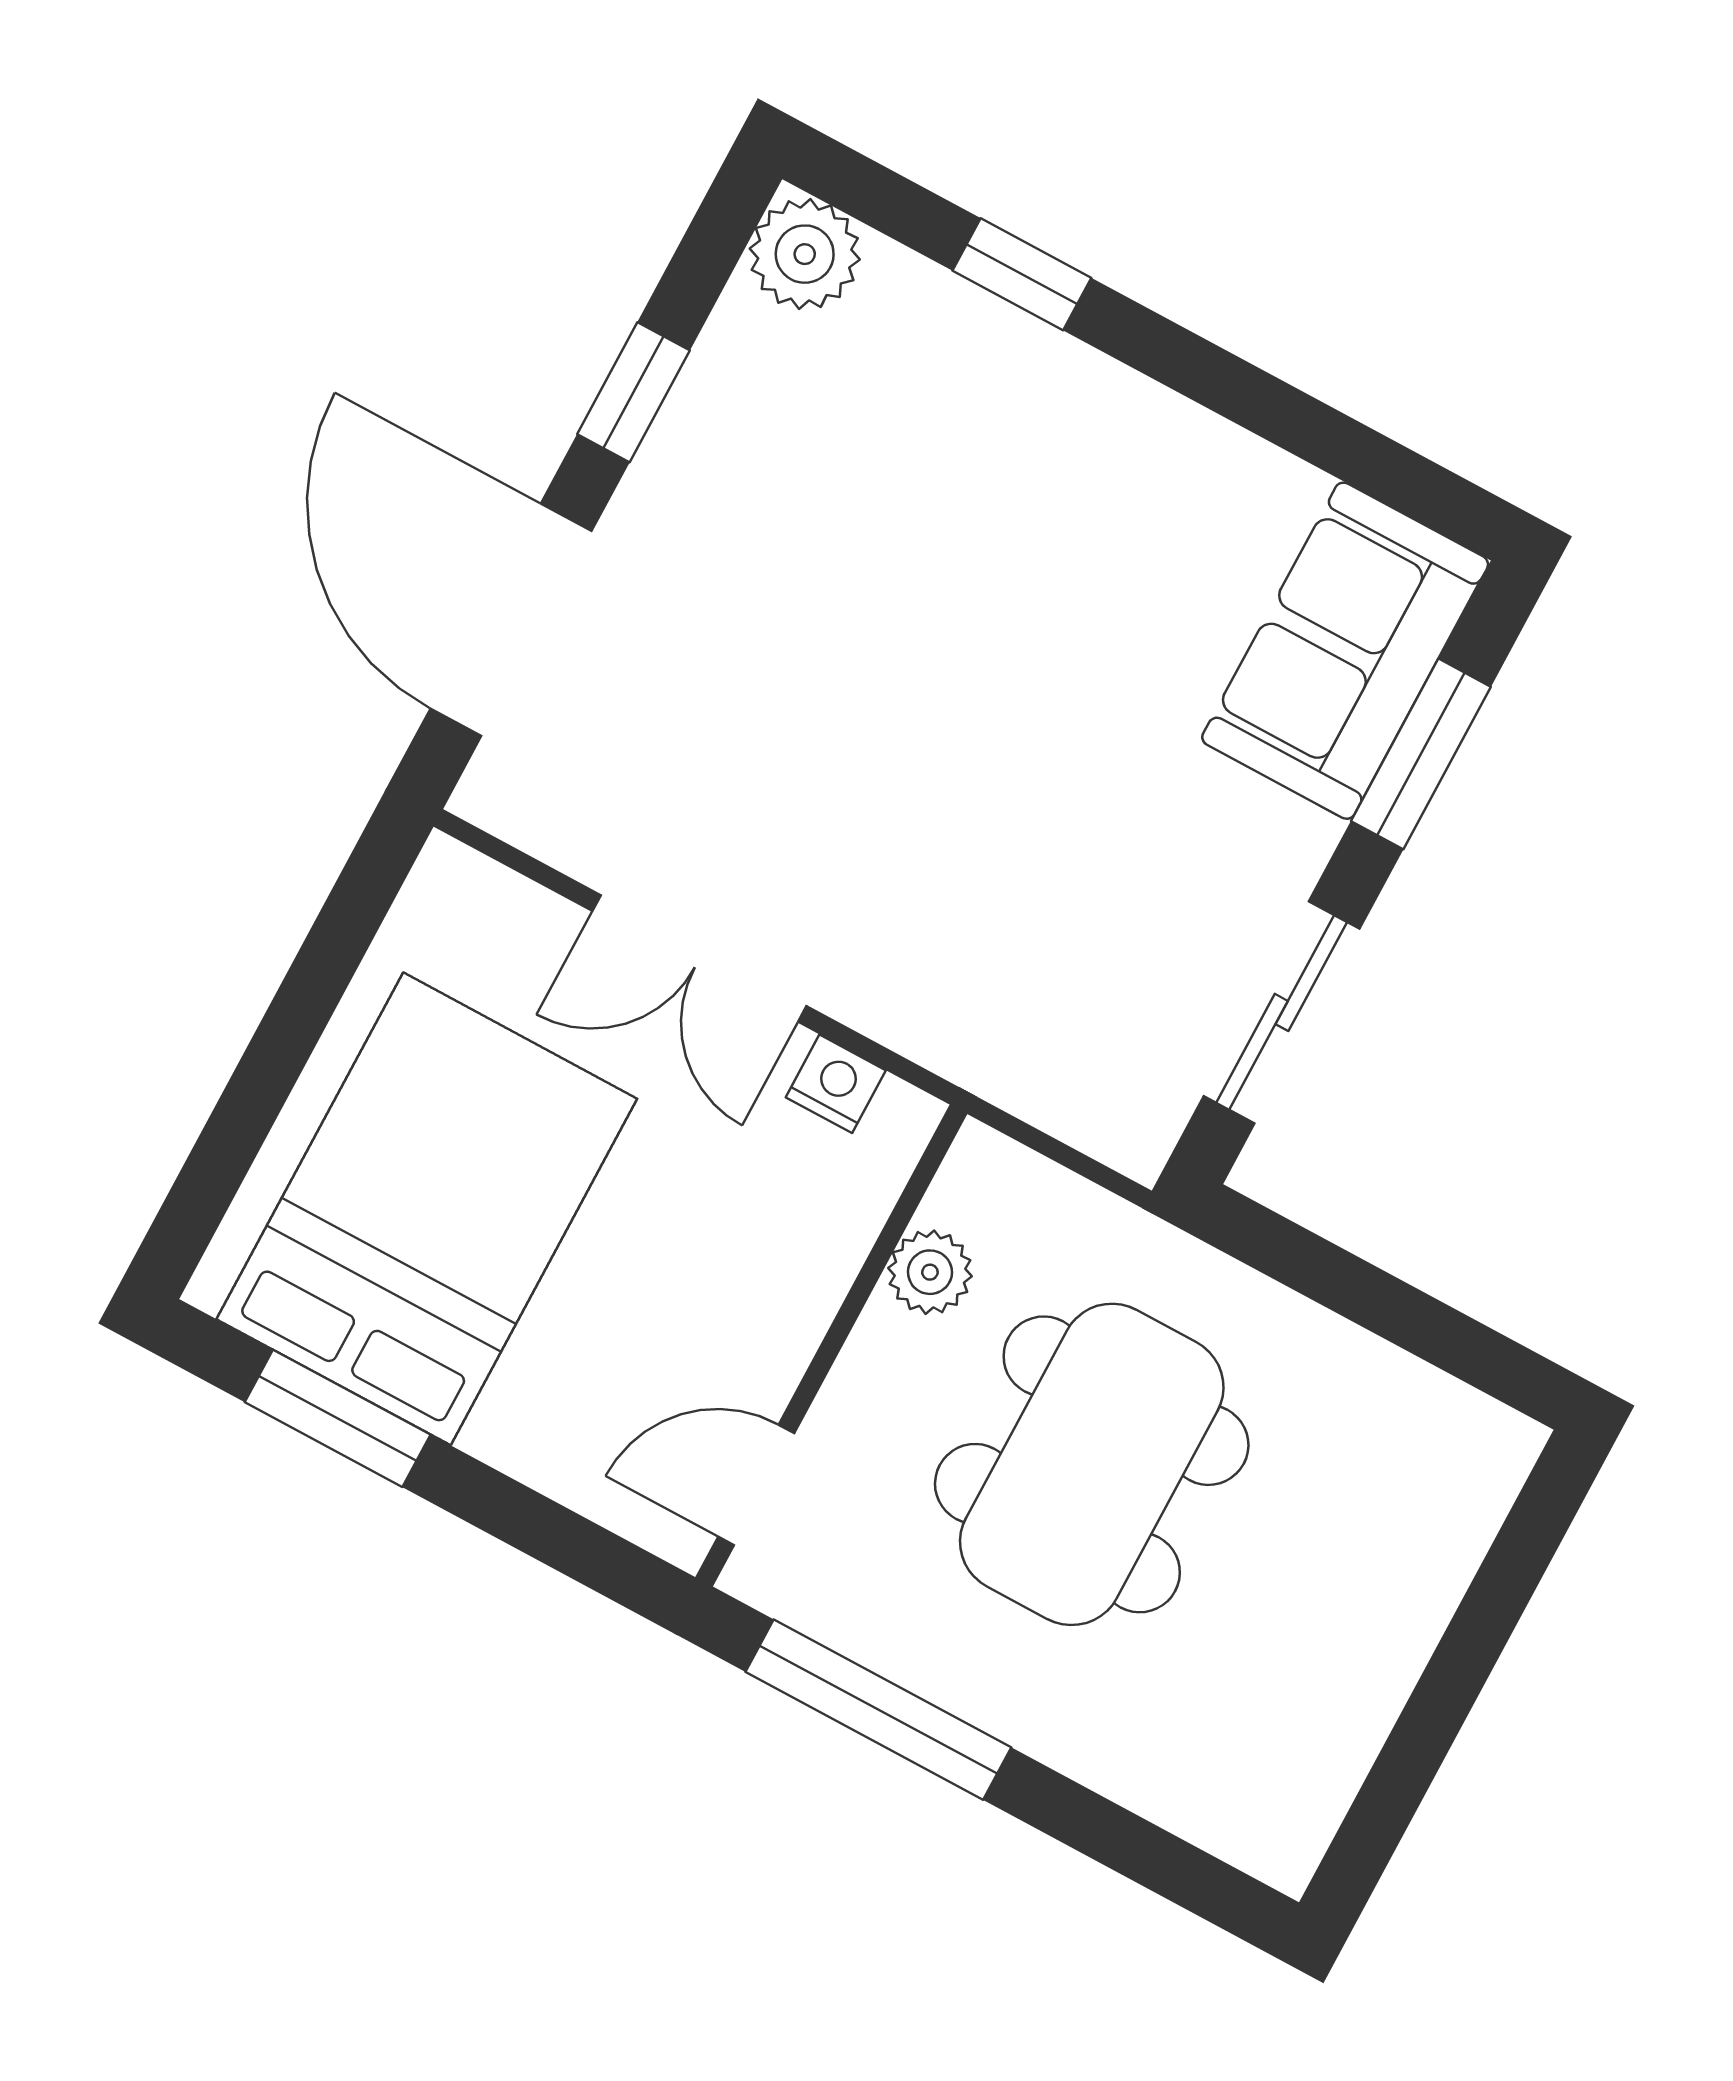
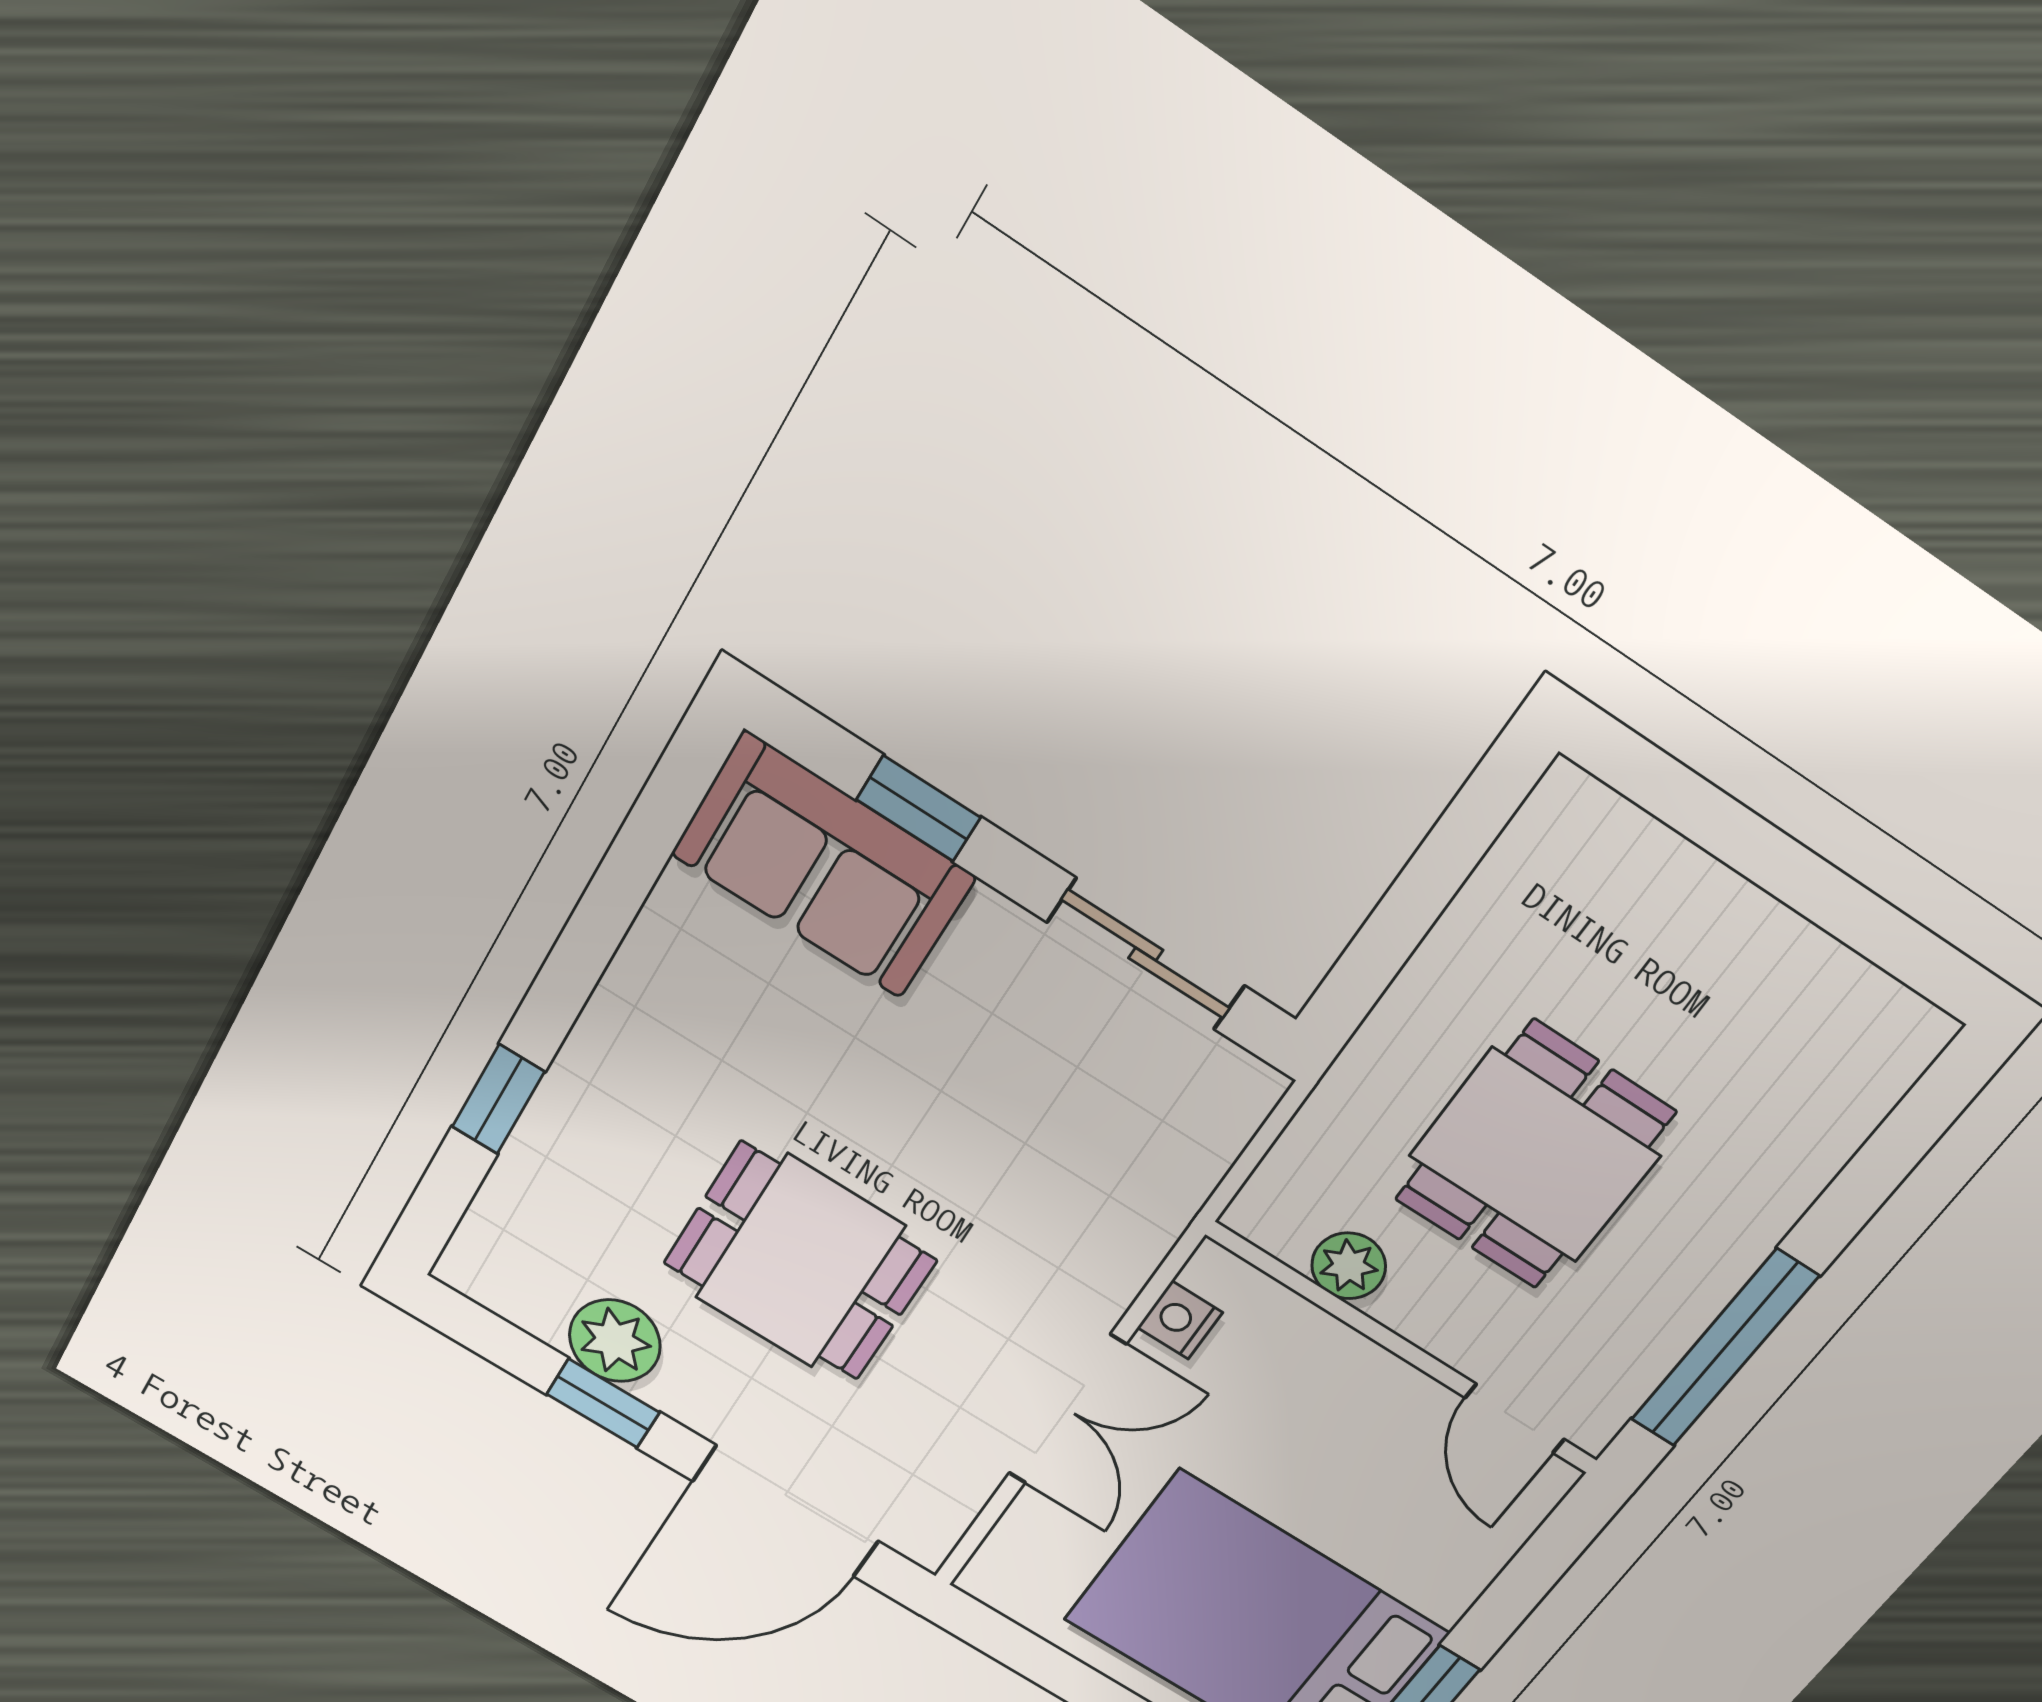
plant: (805, 254) -> (615, 1341), moved
dining table: (856, 632) -> (800, 1262), added
window: (1421, 754) -> (918, 808), width x0.67
dining table: (1092, 1464) -> (1534, 1156), width x0.73

